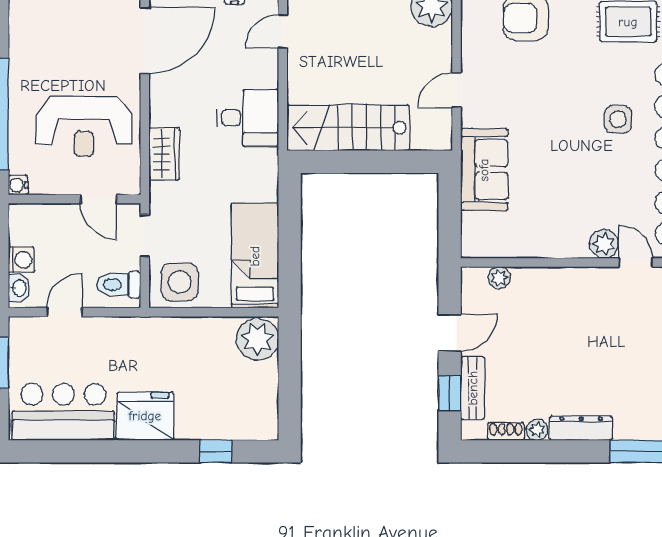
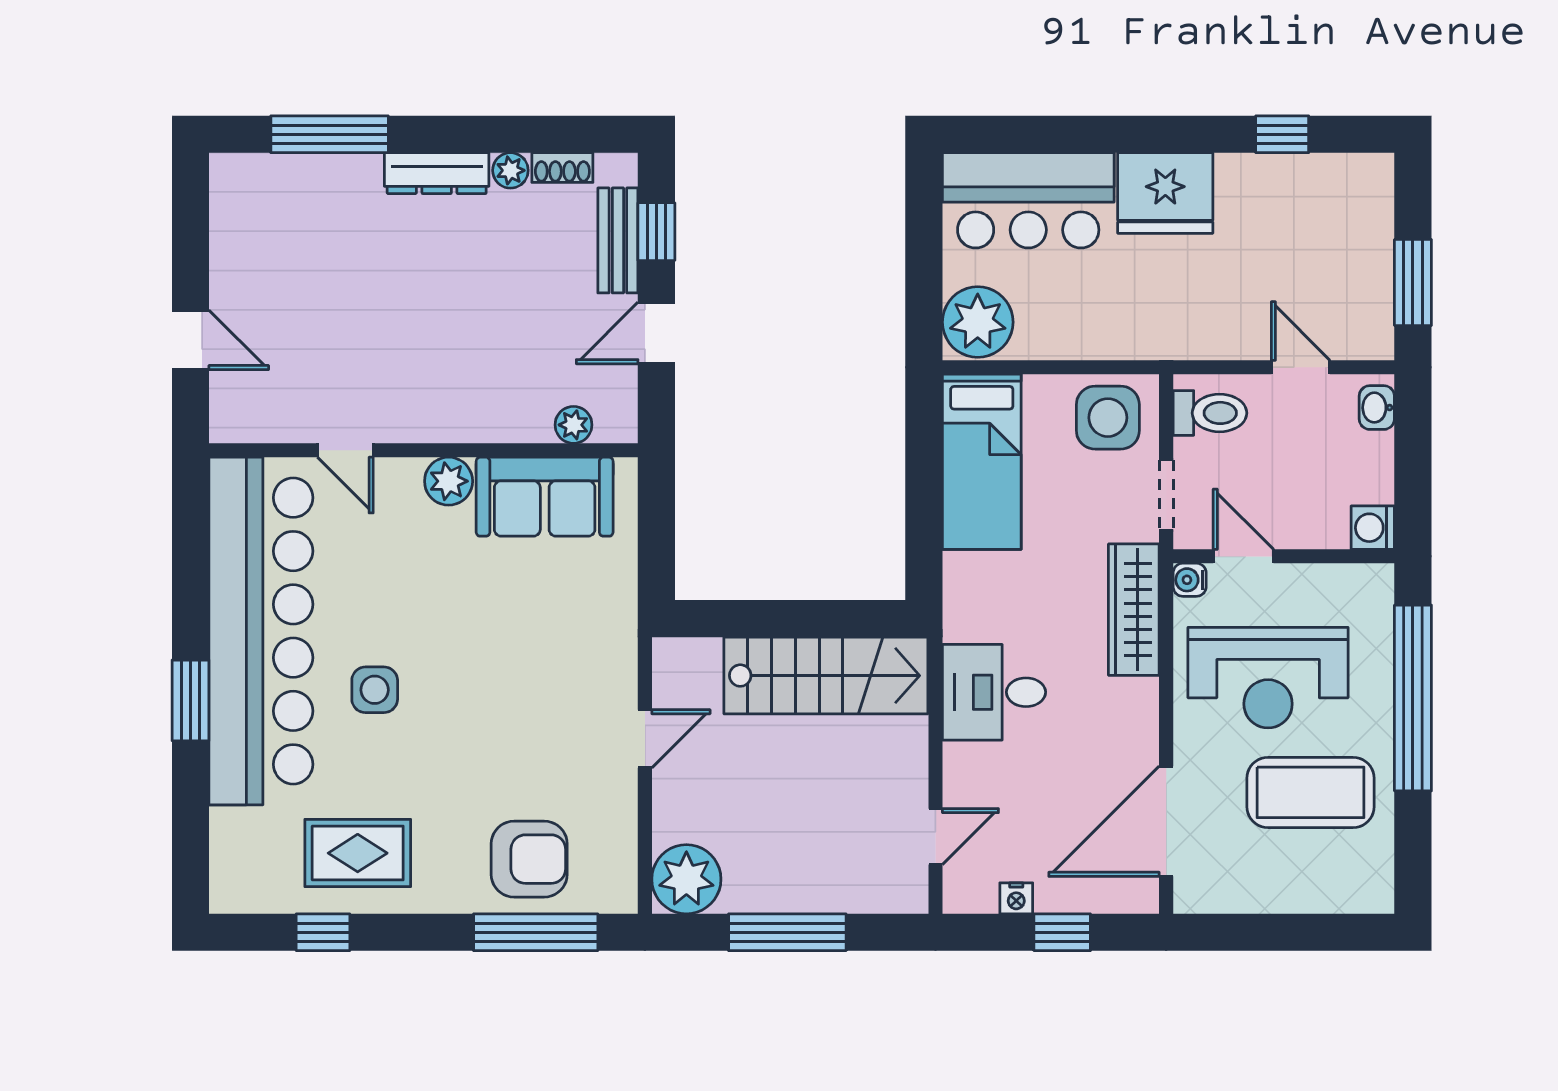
coffee table: (58, 58) -> (1311, 792), added
reception desk: (84, 126) -> (1268, 678), turned 180
wardrobe: (164, 154) -> (1134, 610), width x1.50
sofa: (484, 170) -> (545, 497), moved, turned -90
water cooler: (18, 185) -> (1190, 580), moved, turned 180
plant: (604, 244) -> (449, 481), moved
washing machine: (21, 260) -> (1373, 528), moved
door: (64, 312) -> (1301, 367), swing flipped
bar counter: (63, 412) -> (1028, 200), moved
window: (216, 451) -> (1282, 134), moved

